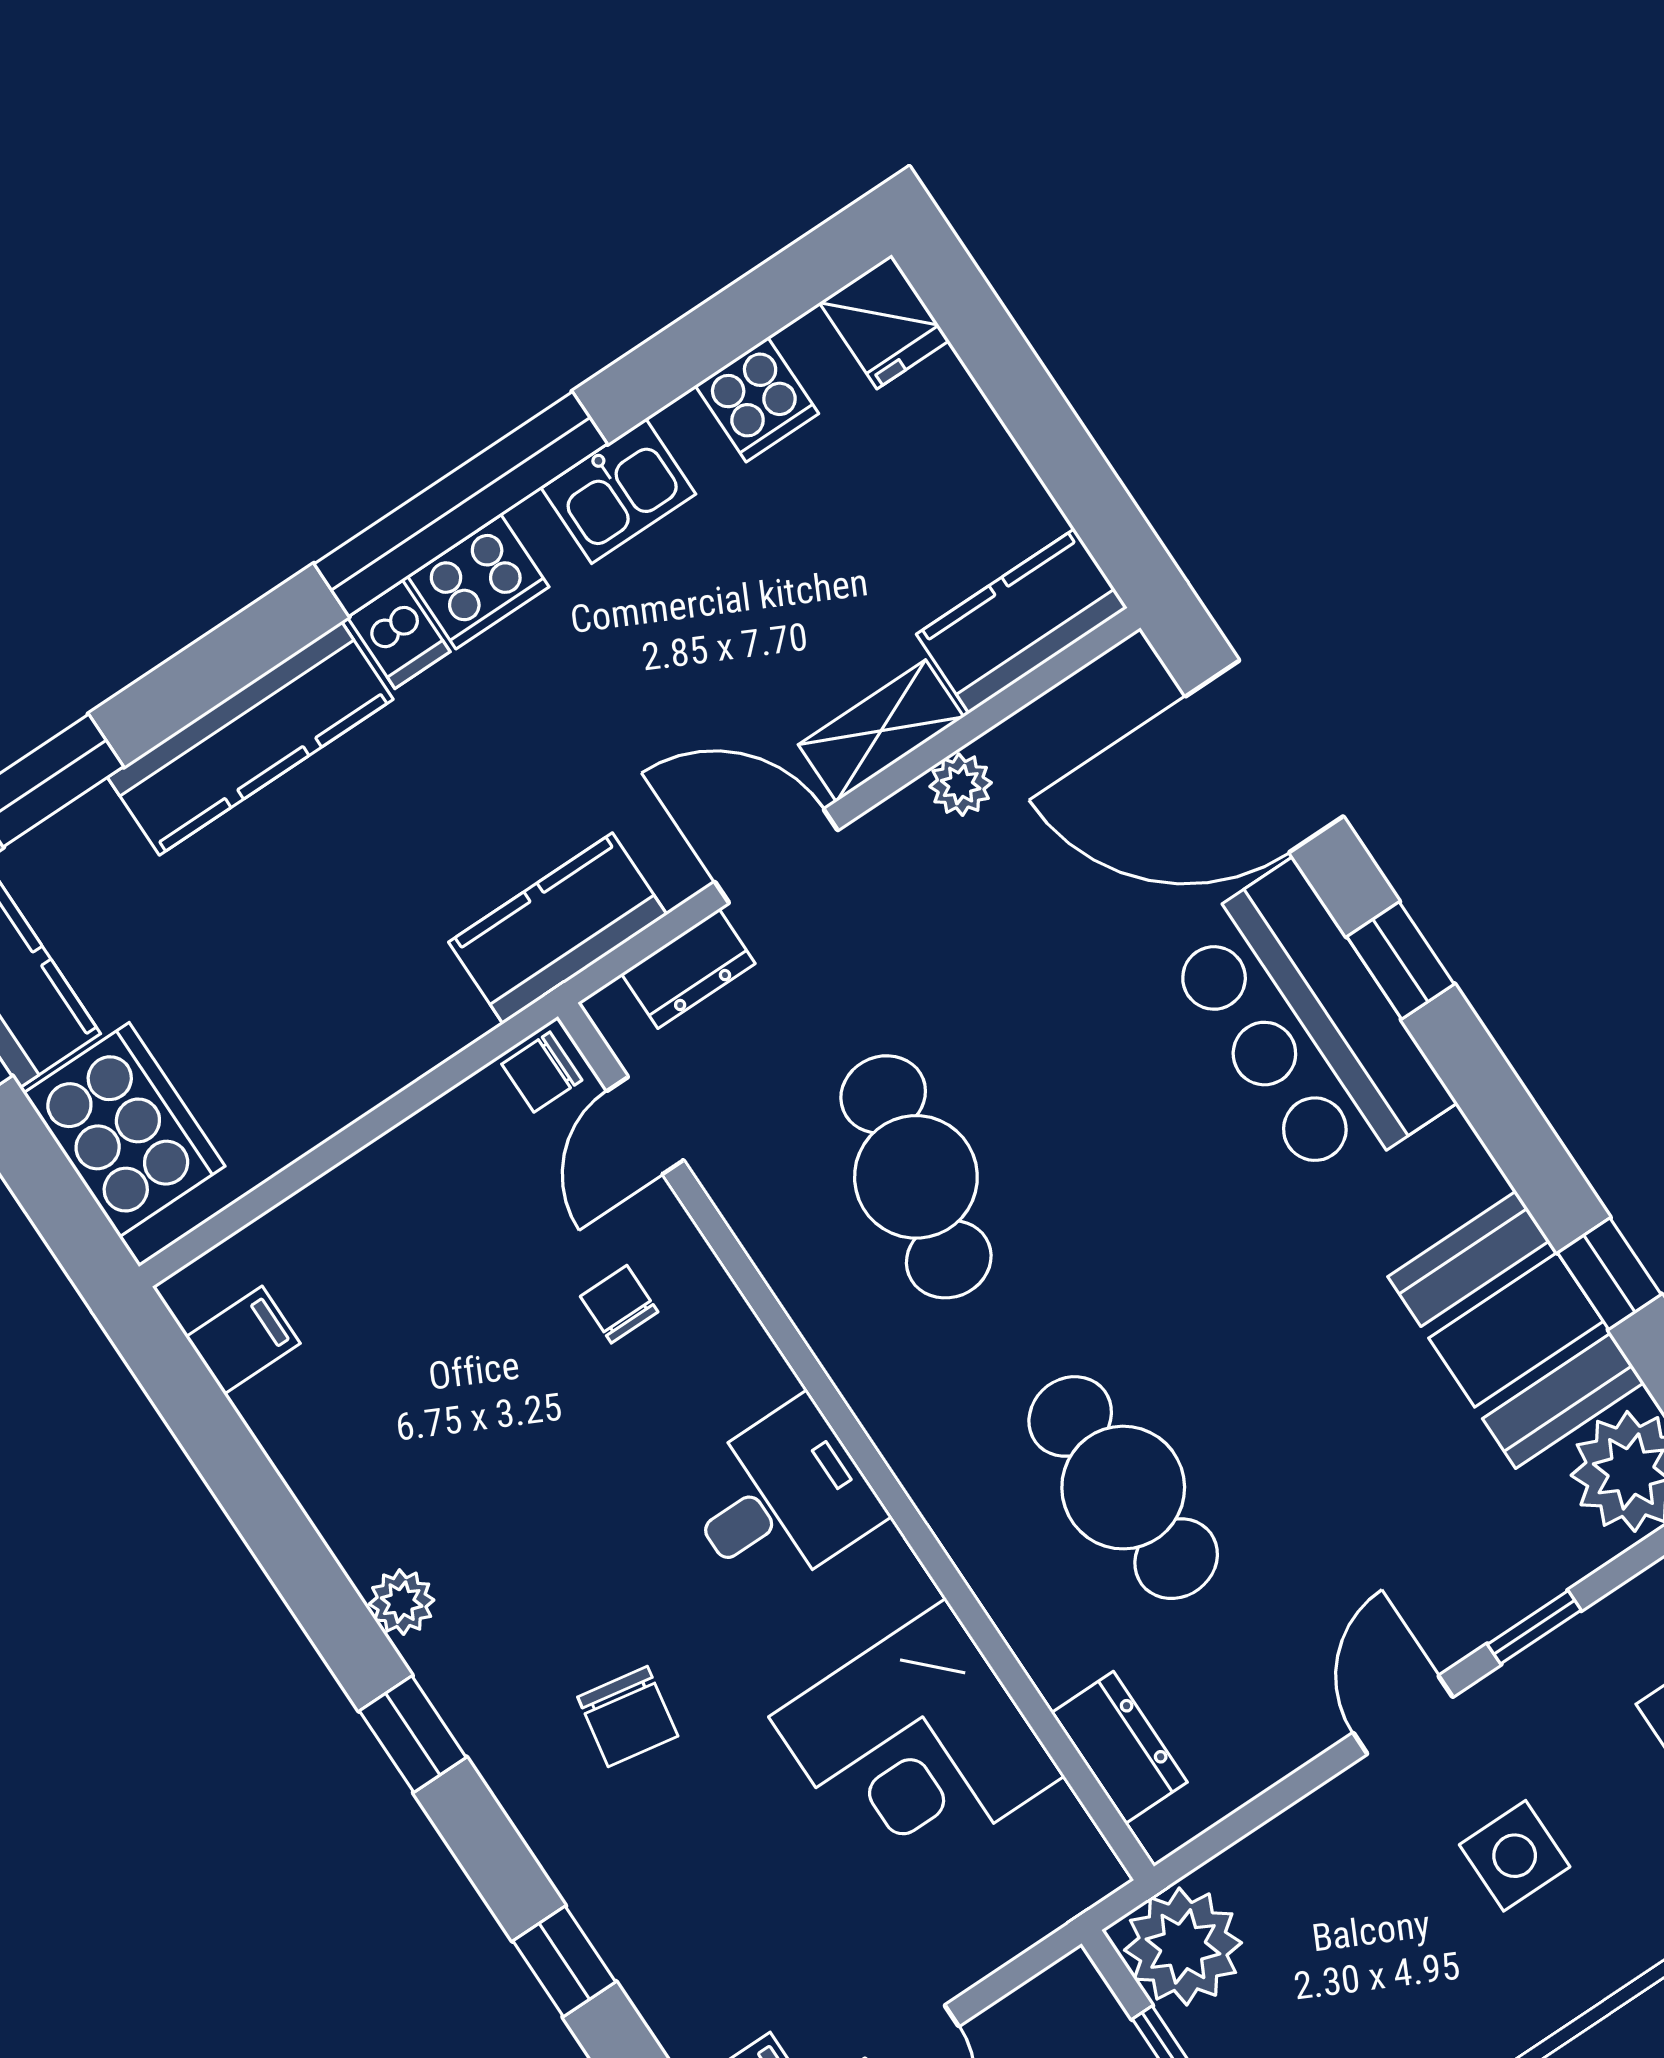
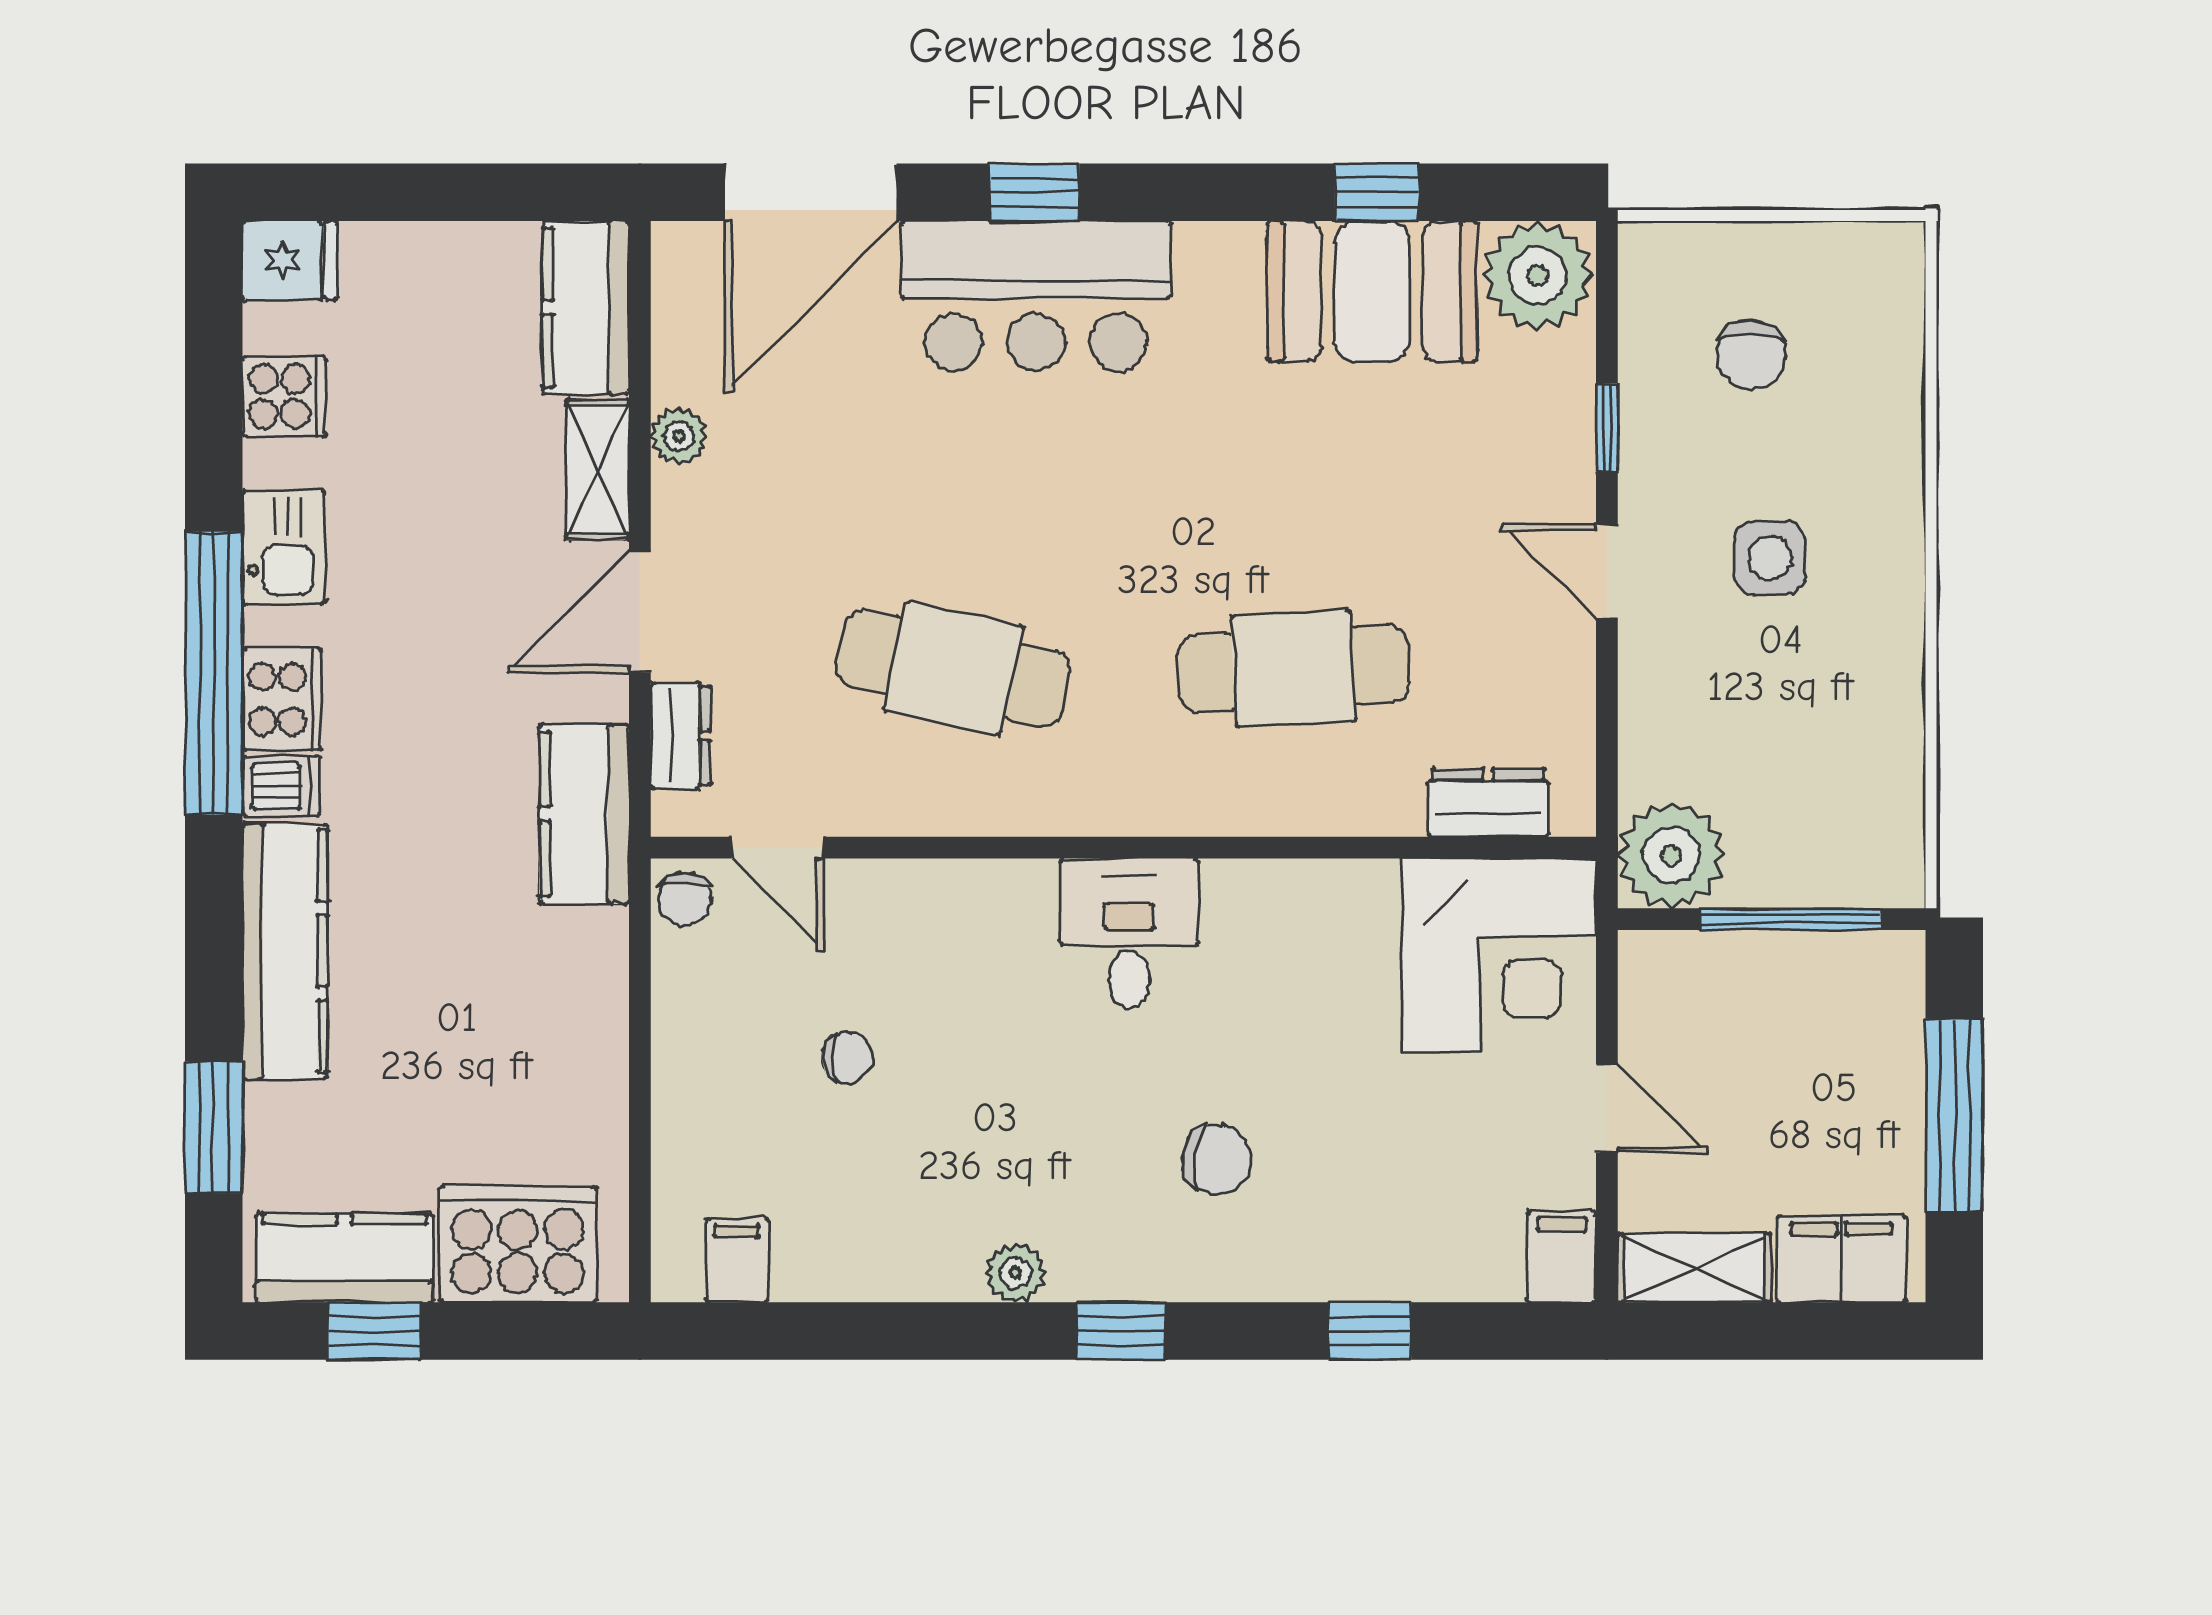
chair: (619, 1304) -> (847, 1057), moved, turned 180
corner desk: (917, 1746) -> (1499, 956), moved

